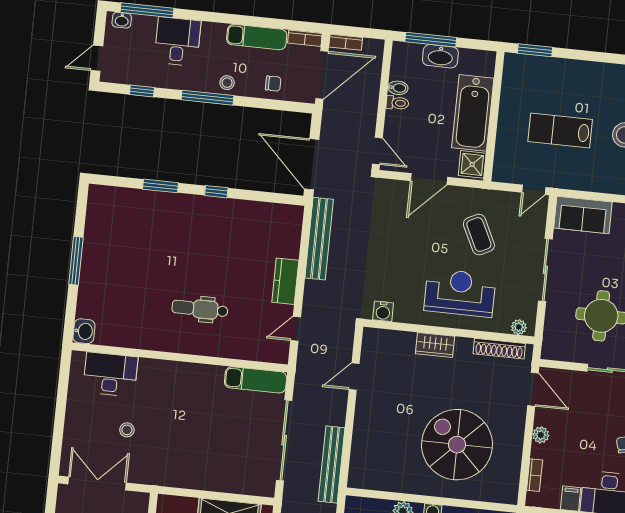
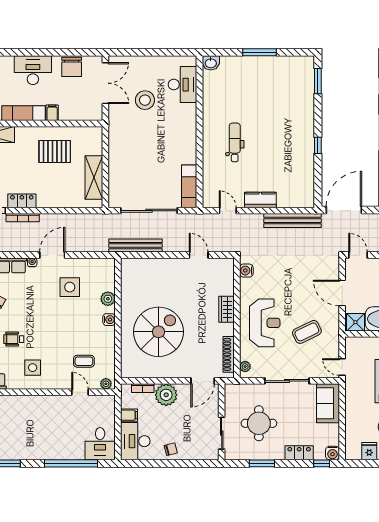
door: (377, 151) -> (358, 255), swing flipped
window: (161, 186) -> (318, 81), moved
stool: (127, 430) -> (145, 100), width x1.89, depth x1.89
plant: (541, 435) -> (166, 395), width x1.88, depth x1.88

